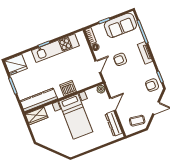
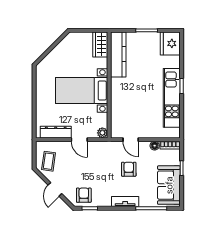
dishwasher: (68, 88) -> (118, 94), removed

